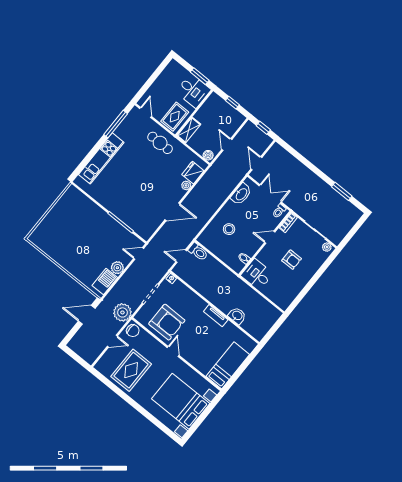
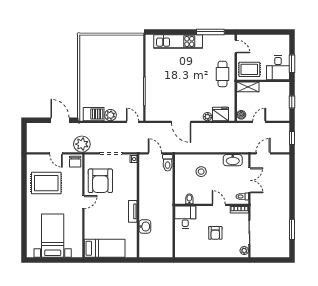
door: (146, 112) -> (236, 47), hinge flipped
bed with nightstands: (181, 401) -> (53, 236), width x0.73

